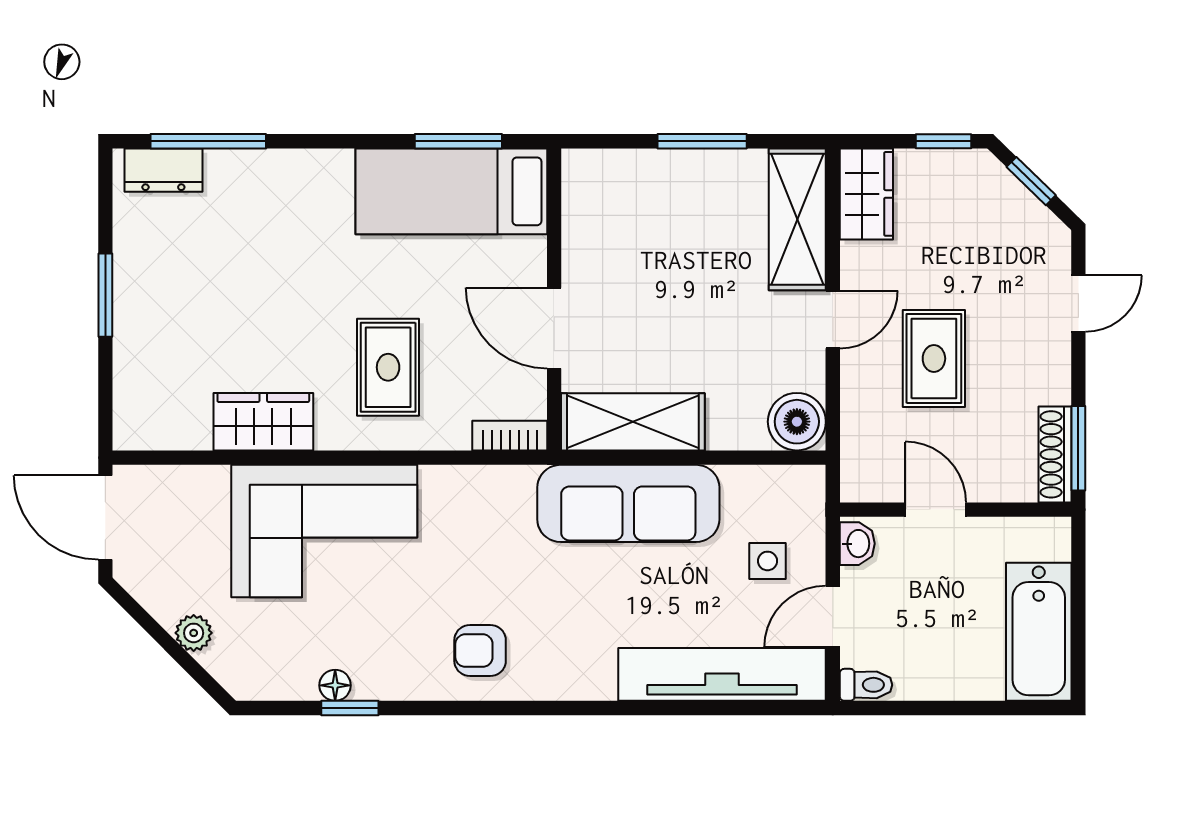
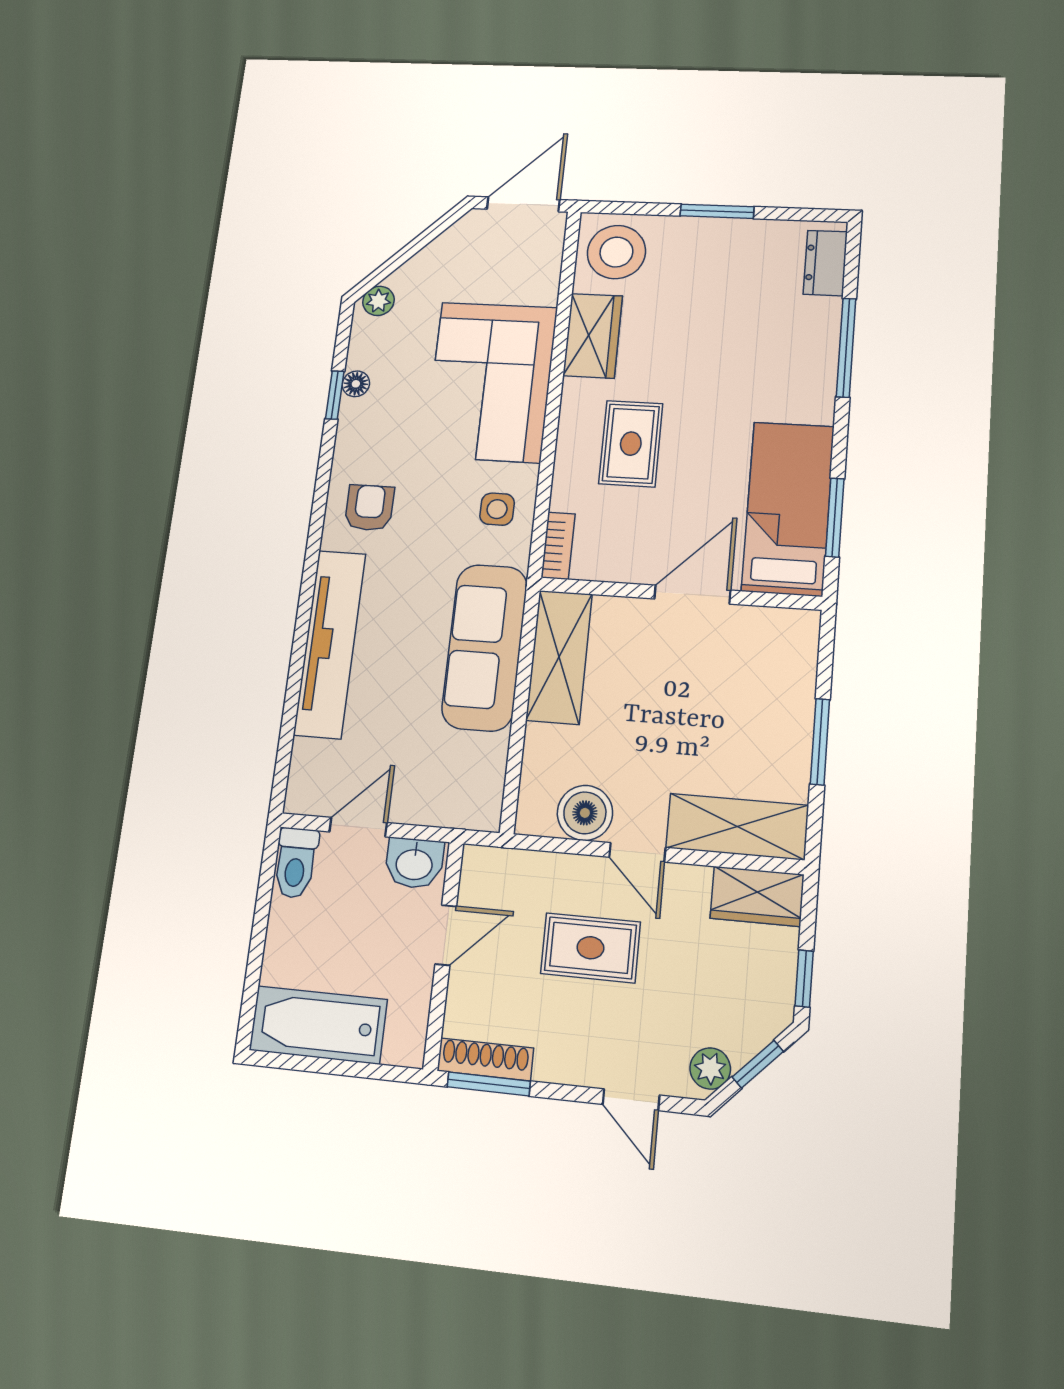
window: (208, 141) -> (846, 348), moved
plant: (1040, 228) -> (710, 1069), added
door: (554, 328) -> (692, 594), moved
rug: (388, 367) -> (631, 444), turned 90
stool: (160, 405) -> (616, 252), added
boiler: (797, 422) -> (585, 813), moved
washbasin: (857, 544) -> (414, 863), width x1.38, depth x1.45
side table: (768, 561) -> (497, 509), moved
door: (833, 617) -> (358, 827), hinge flipped
plant: (194, 633) -> (378, 301), moved
tv unit: (722, 674) -> (330, 644), moved
toilet: (866, 685) -> (296, 863), width x1.37, depth x1.39

